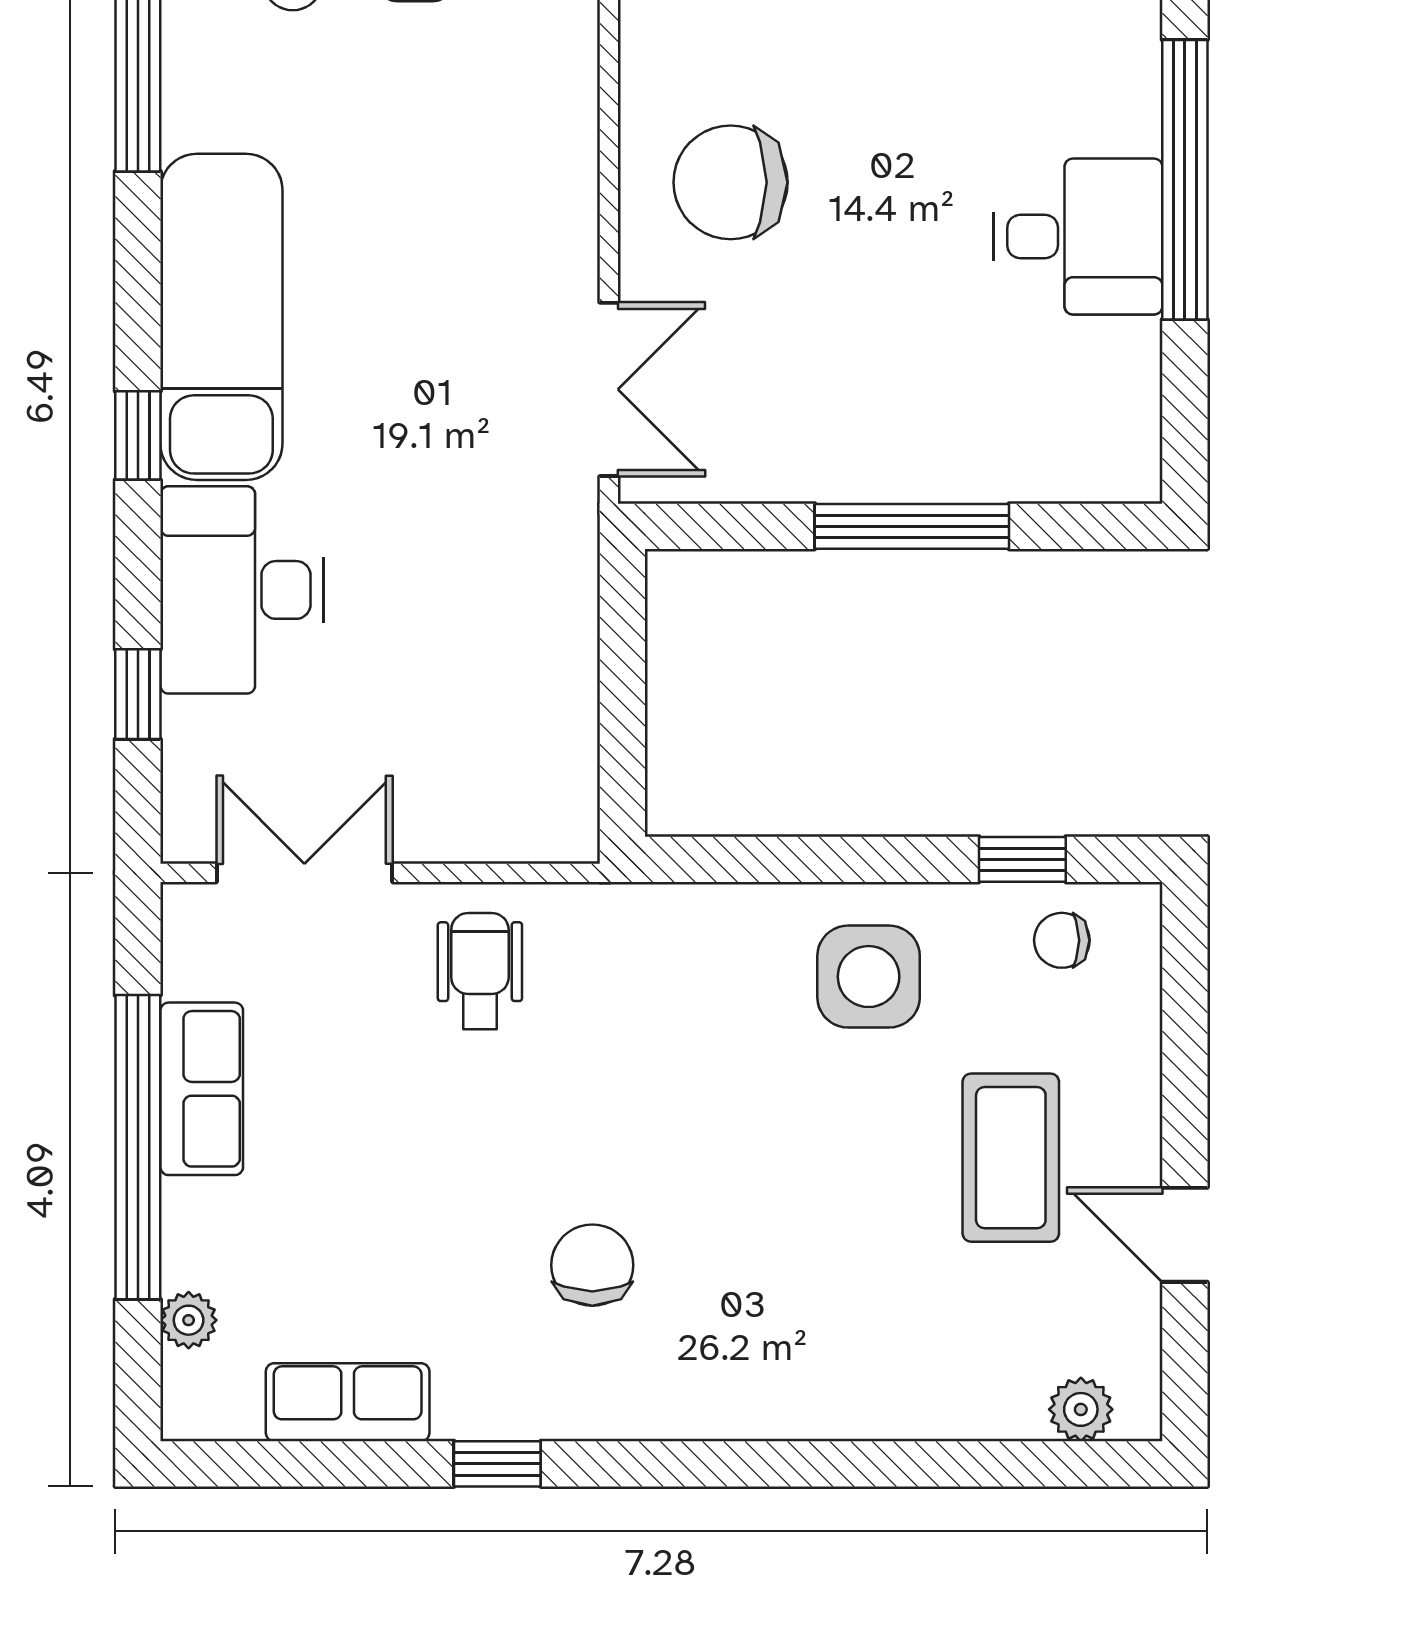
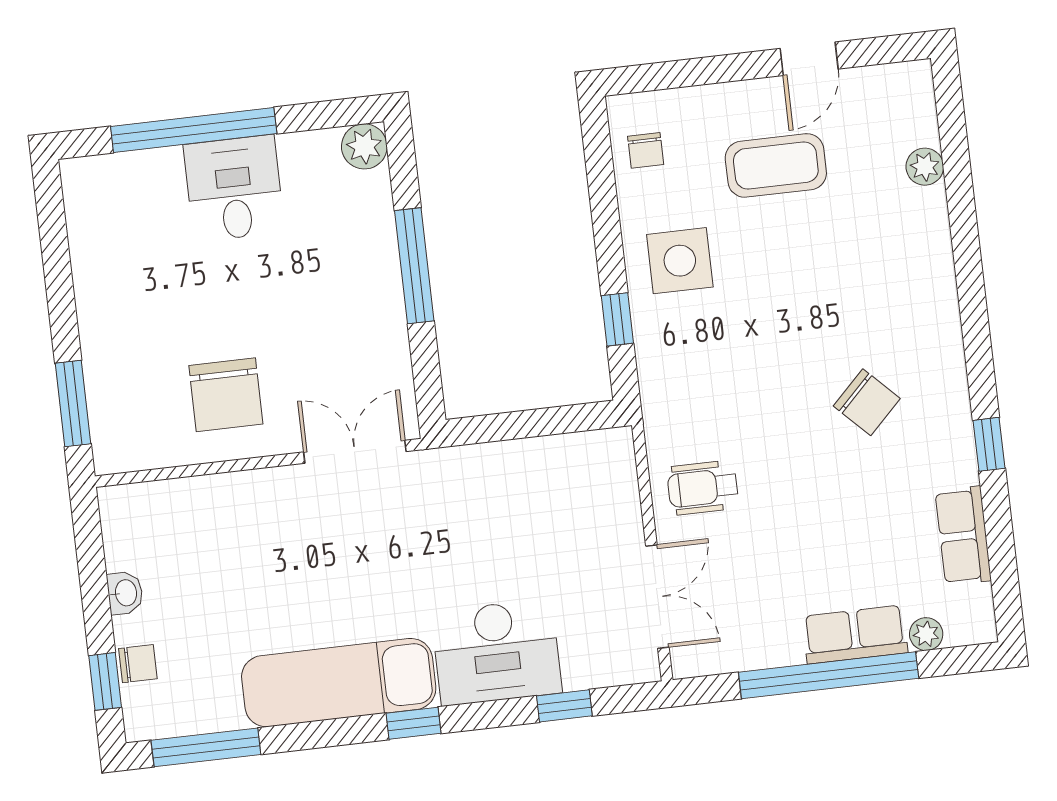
plant: (1124, 465) -> (364, 146), added
window: (1022, 859) -> (617, 319), moved
double door: (304, 873) -> (657, 597), swing flipped
row of seats: (202, 1089) -> (855, 635), moved
chair: (592, 1265) -> (867, 402), turned -135
plant: (1081, 1409) -> (925, 167), moved

